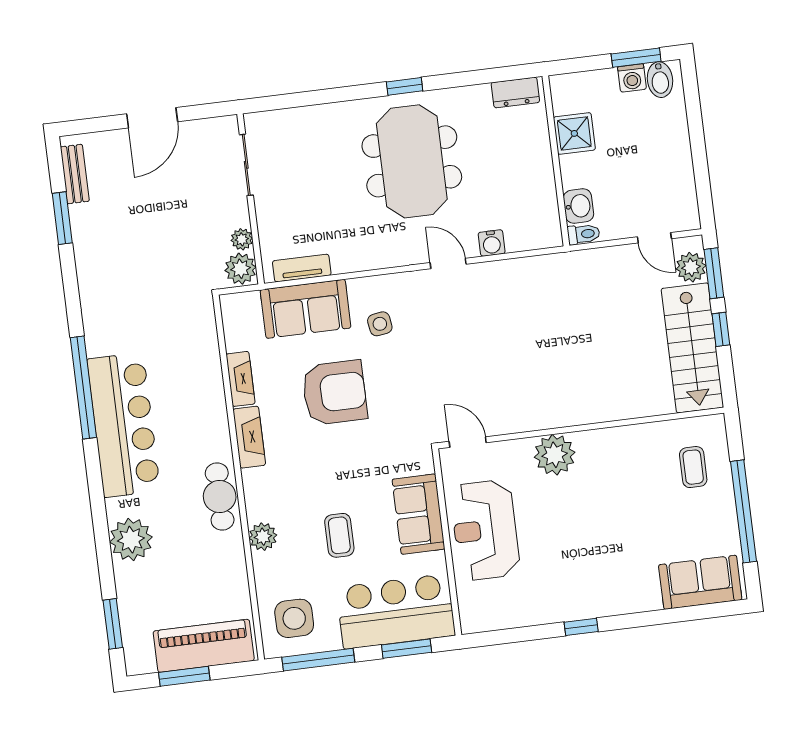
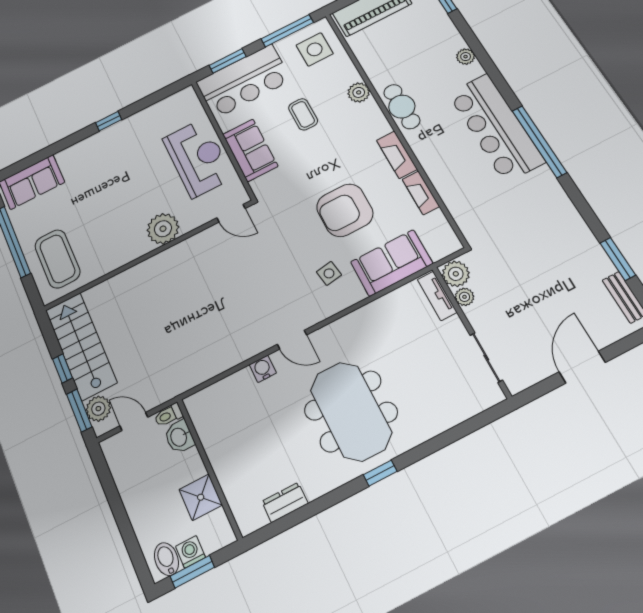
shower: (574, 133) -> (201, 497), moved
wall: (556, 161) -> (209, 468), moved
washbasin: (578, 206) -> (179, 437), moved
toilet: (583, 234) -> (168, 415), moved
tv unit: (302, 268) -> (437, 296), moved, turned 90
coffee table: (693, 467) -> (57, 259), width x1.86, depth x1.72
plant: (131, 540) -> (466, 57), width x0.53, depth x0.53

